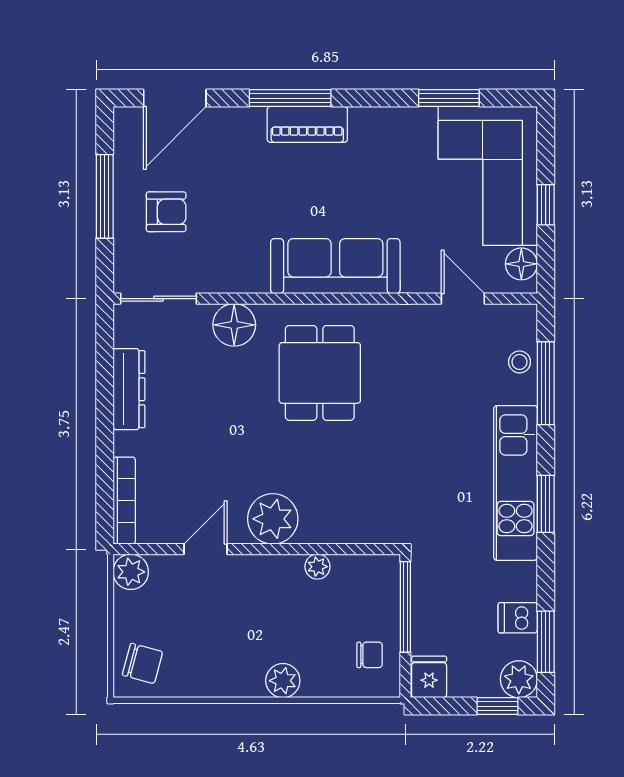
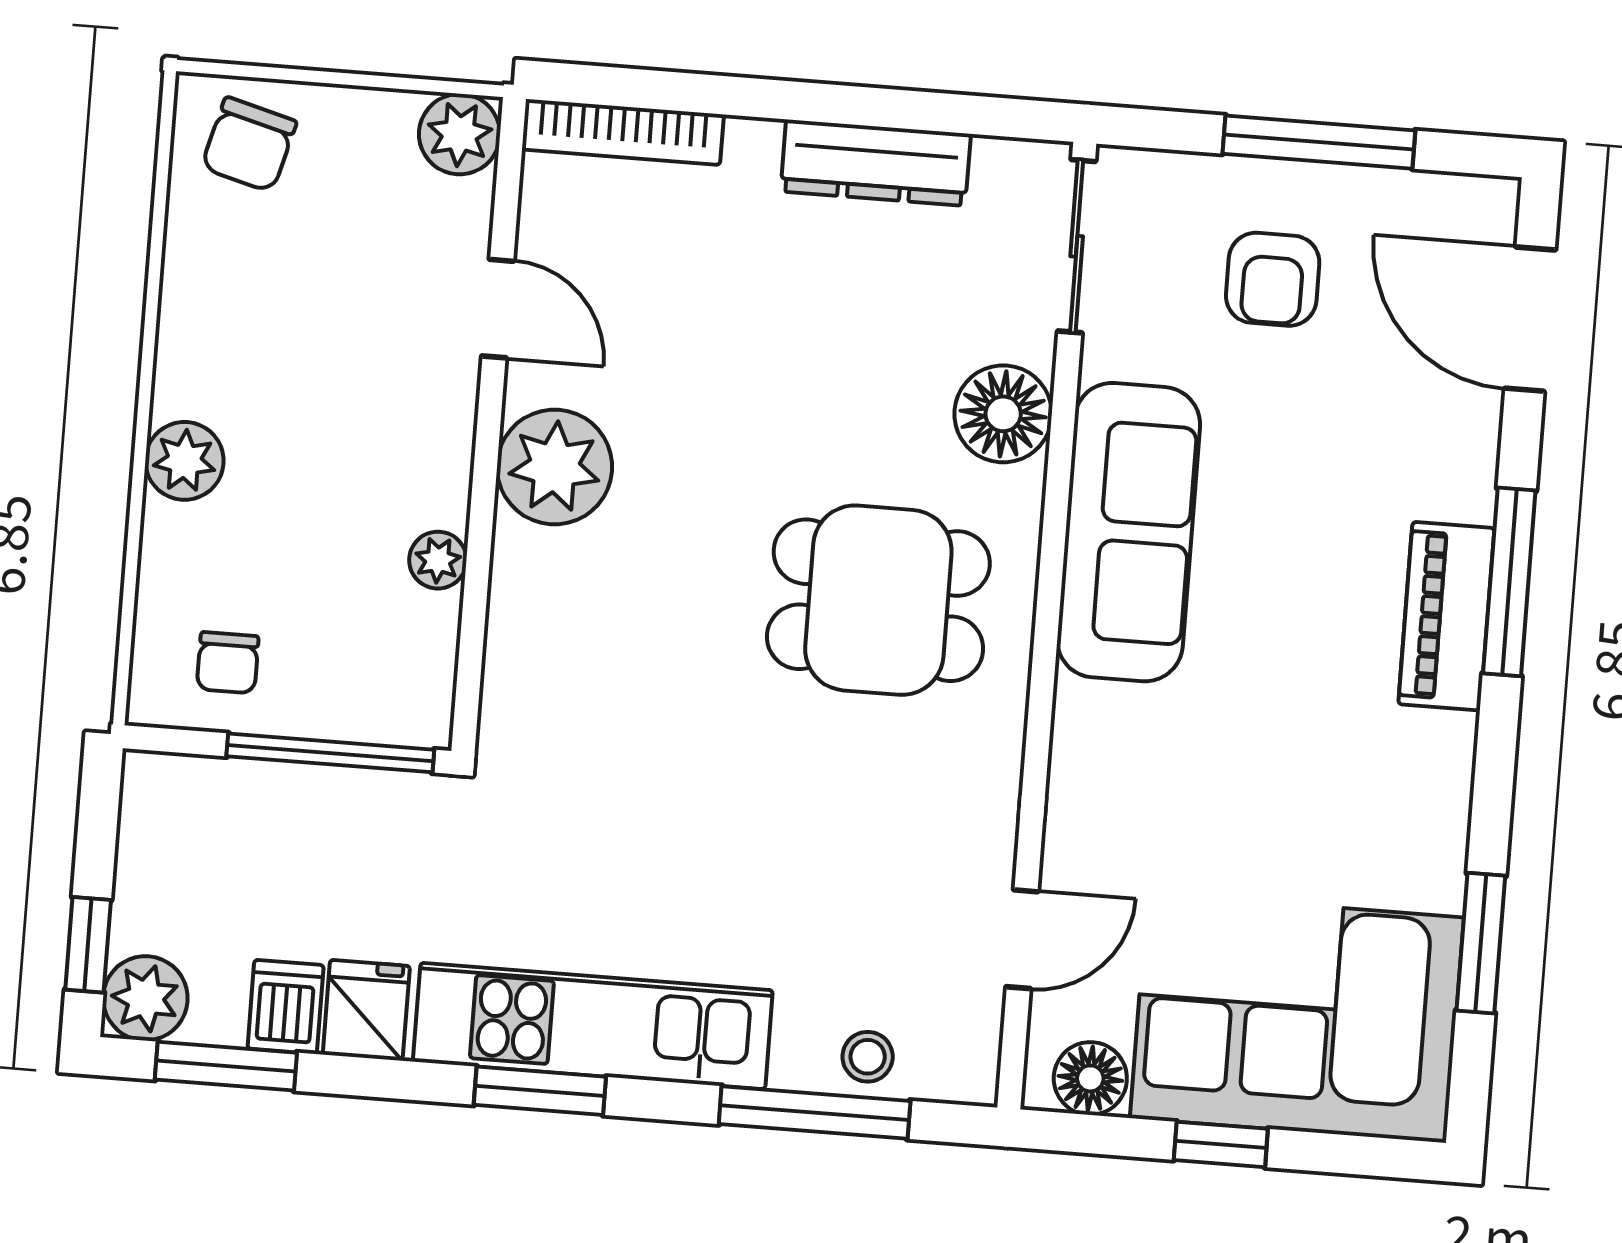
sofa: (335, 266) -> (1129, 532), moved
fridge: (429, 677) -> (366, 1010), moved, turned -90

